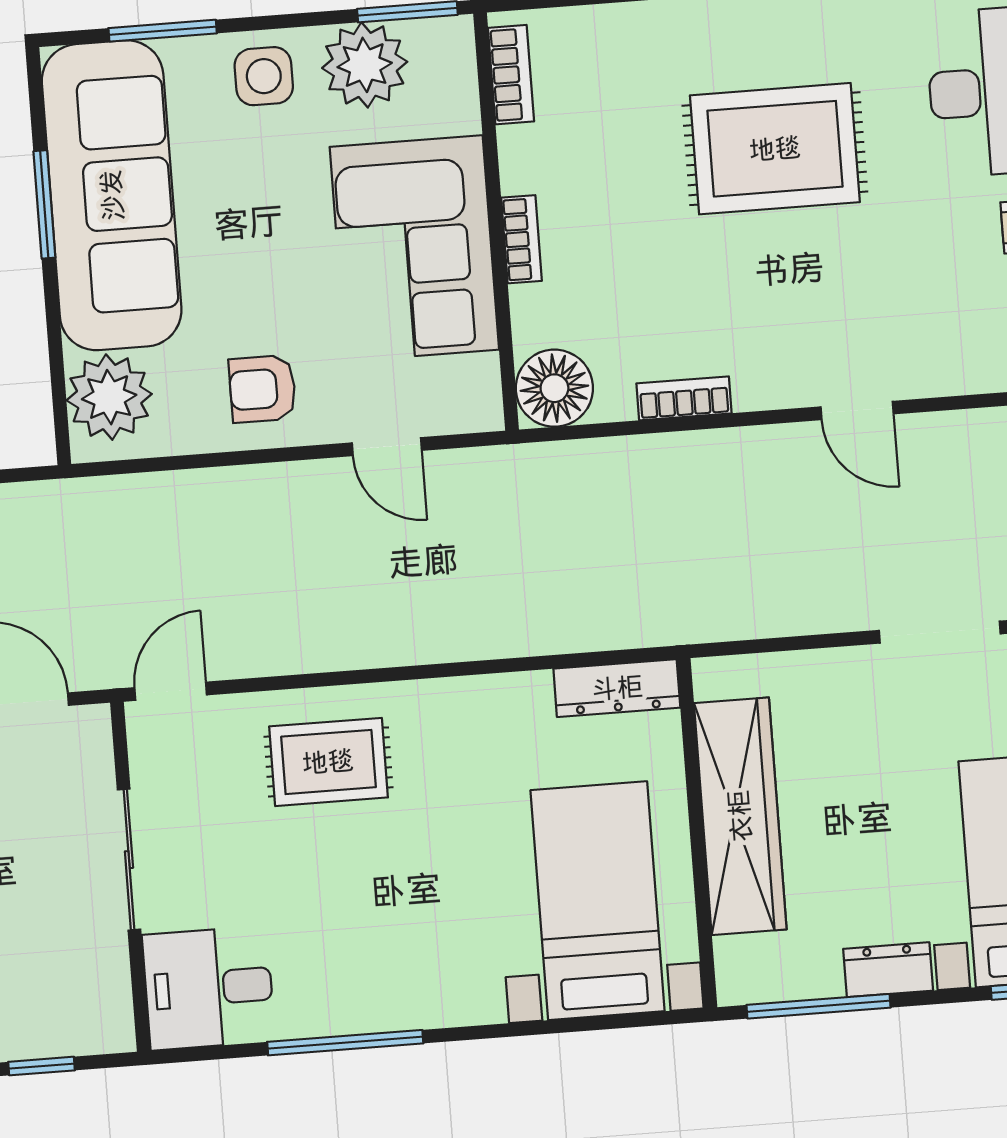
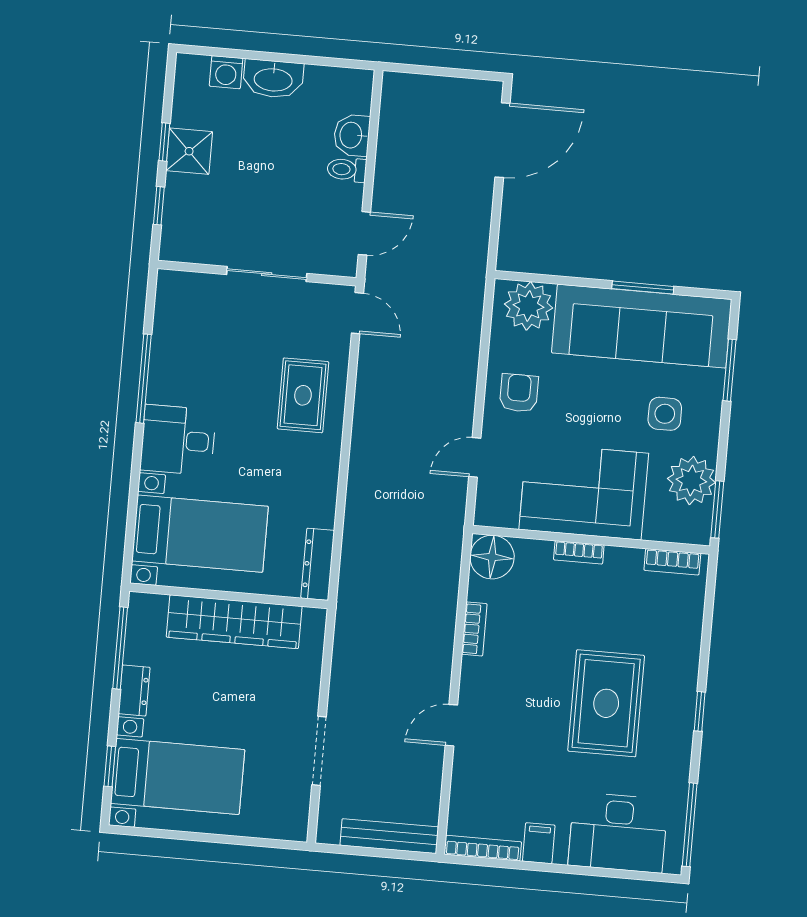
side table: (264, 76) -> (665, 414), moved
desk: (209, 988) -> (178, 440), moved, turned -90

